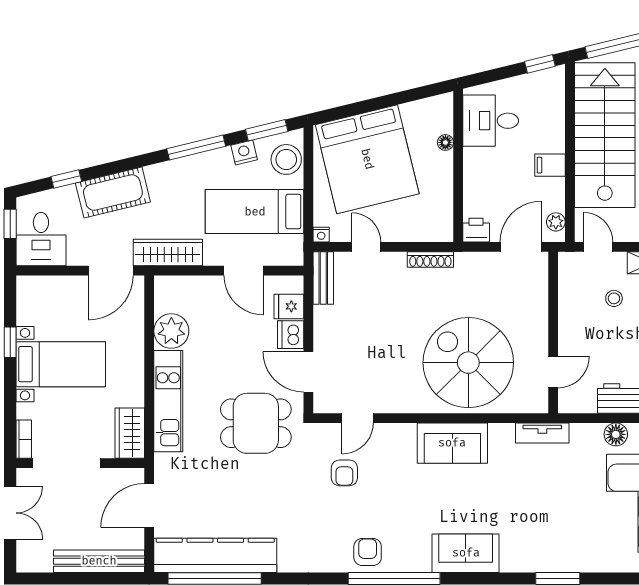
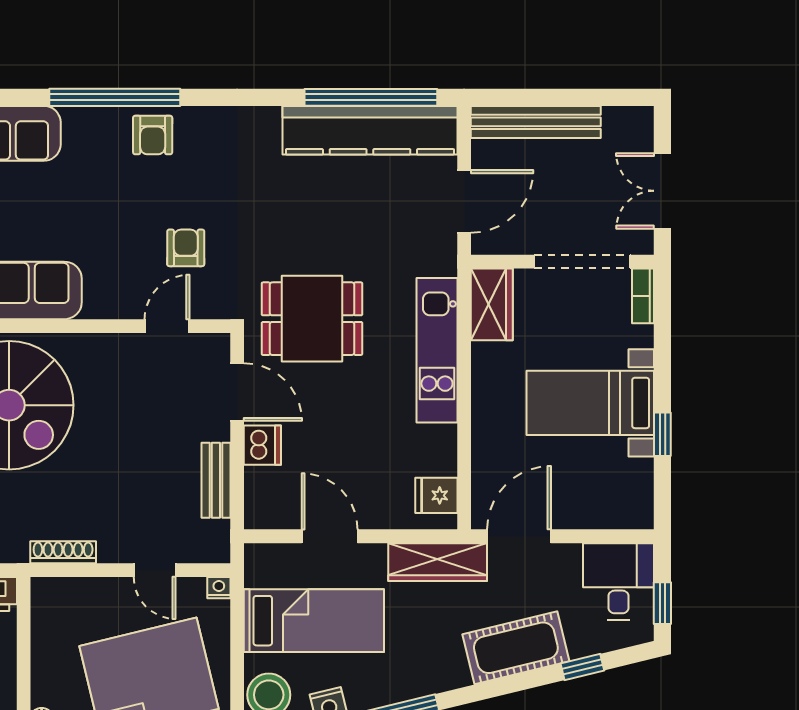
bench: (323, 278) -> (216, 480), moved
fridge: (289, 306) -> (436, 495), moved, turned 180
plant: (171, 331) -> (433, 450), removed

